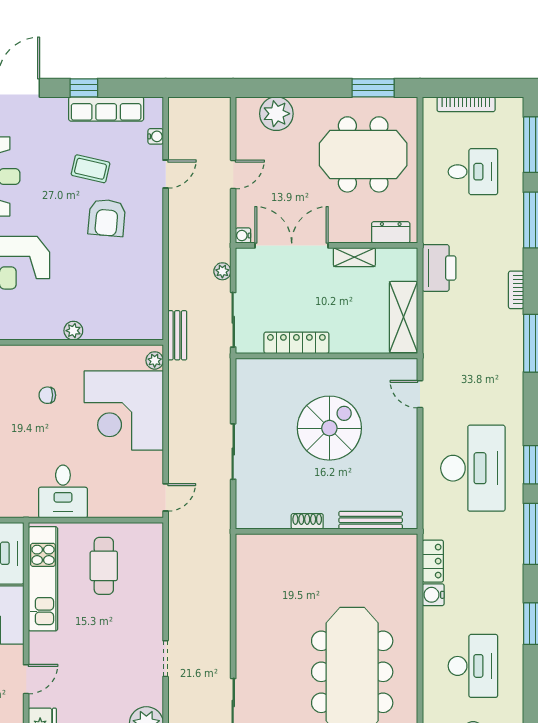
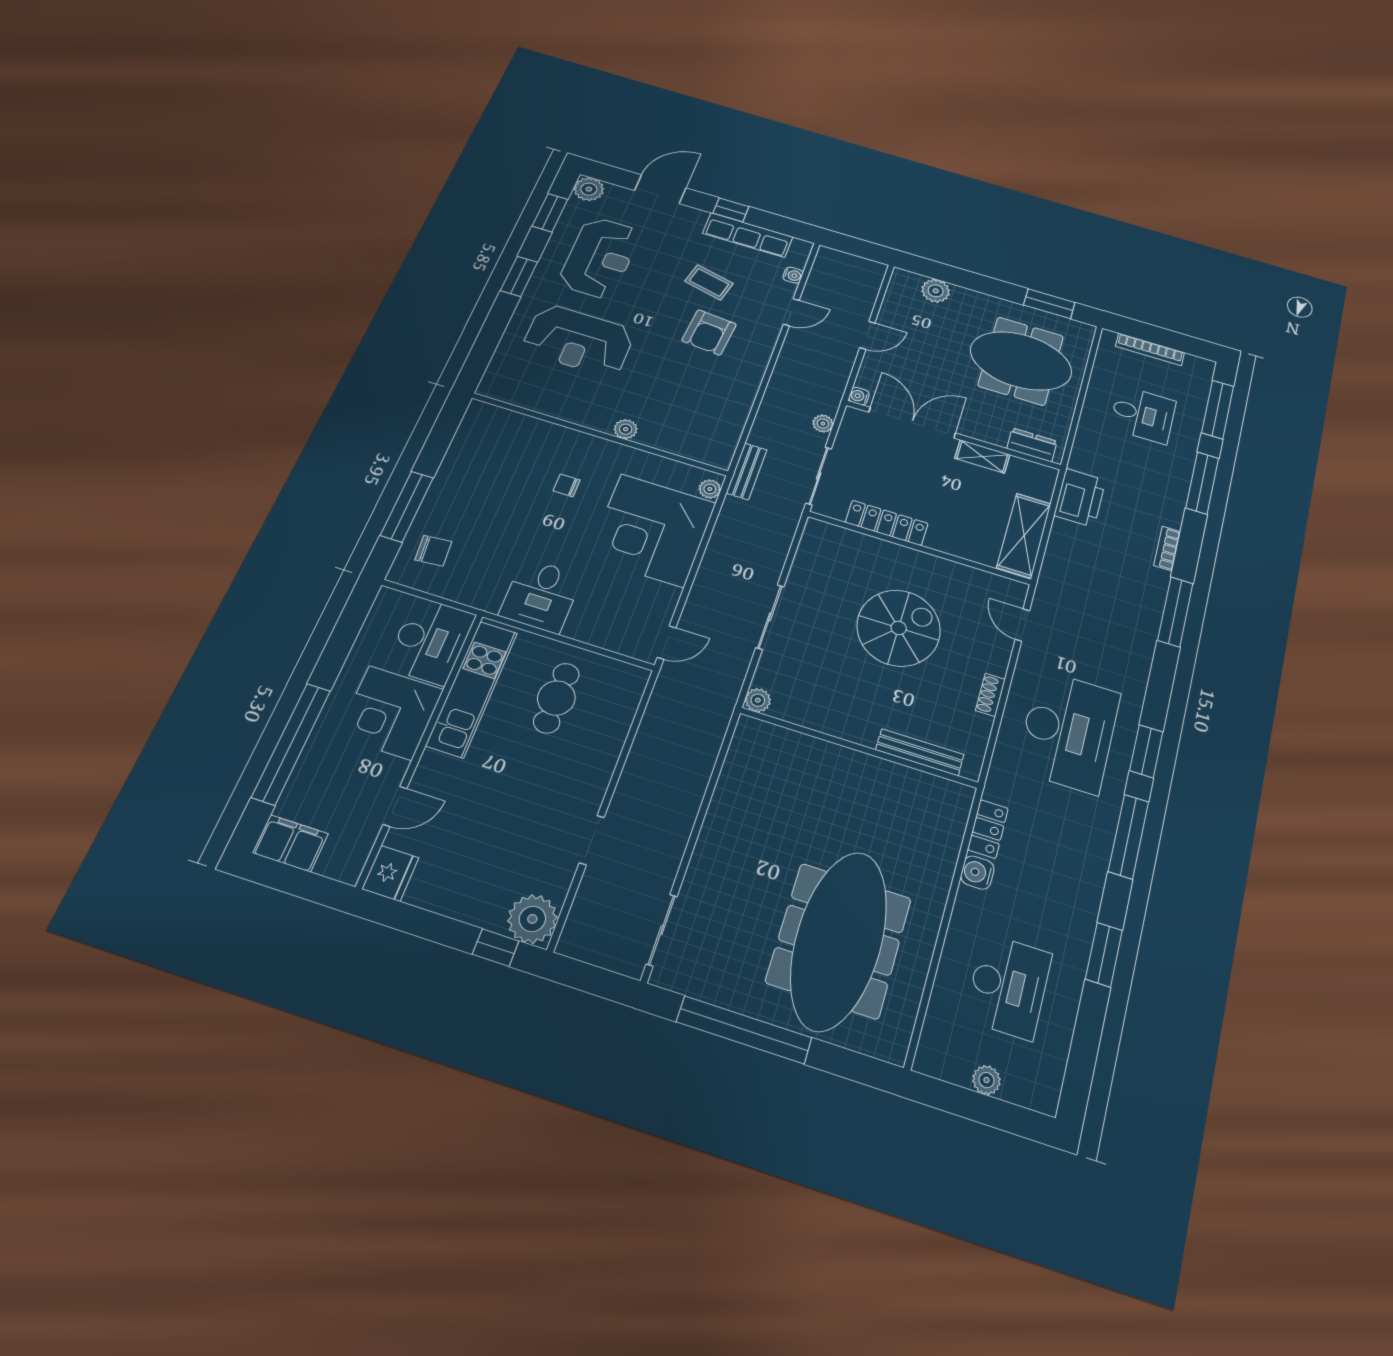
plant: (276, 114) -> (936, 291), width x0.73, depth x0.73
plant: (245, 520) -> (758, 700), added
shoe rack: (307, 521) -> (990, 695), moved, turned -90

